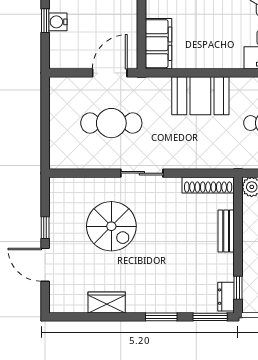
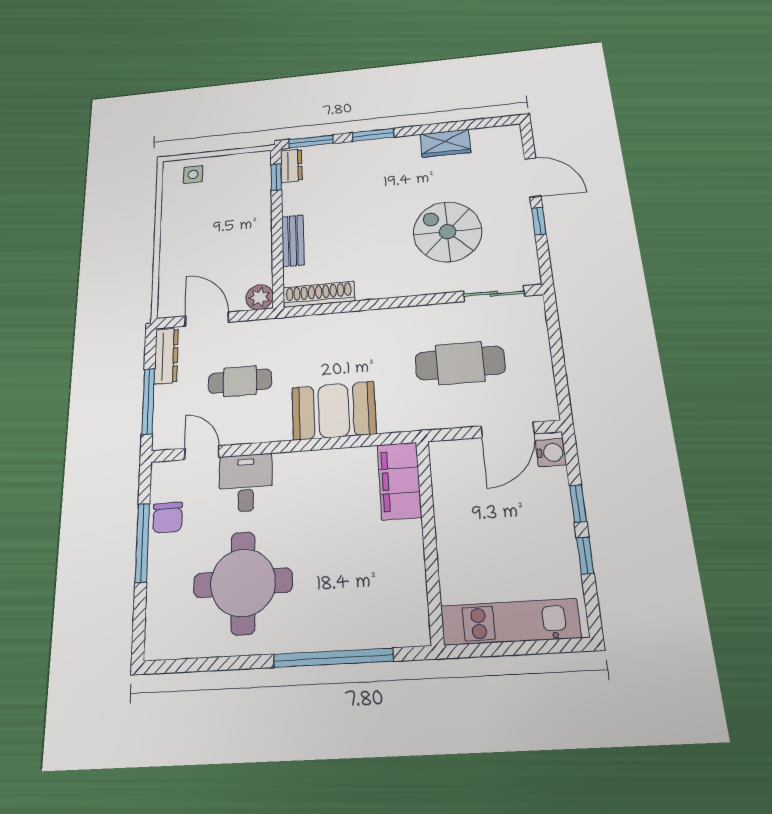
water cooler: (58, 22) -> (551, 453), moved
door: (110, 73) -> (507, 430), moved
sliding door: (142, 173) -> (494, 294), moved

